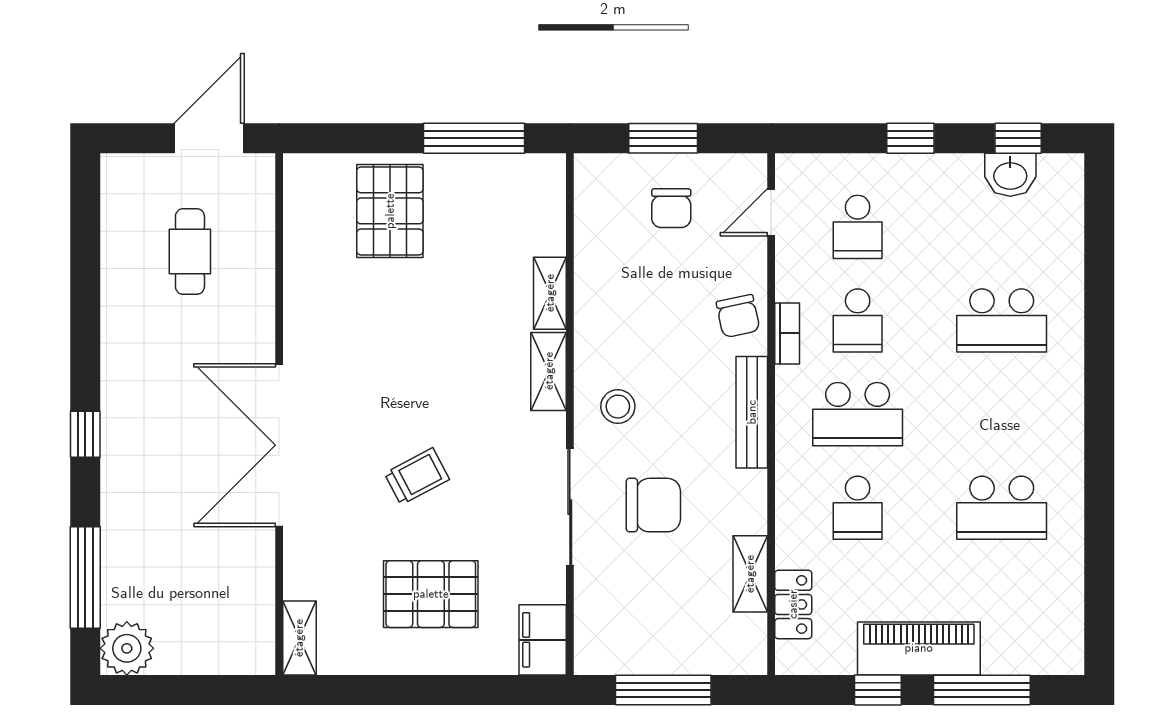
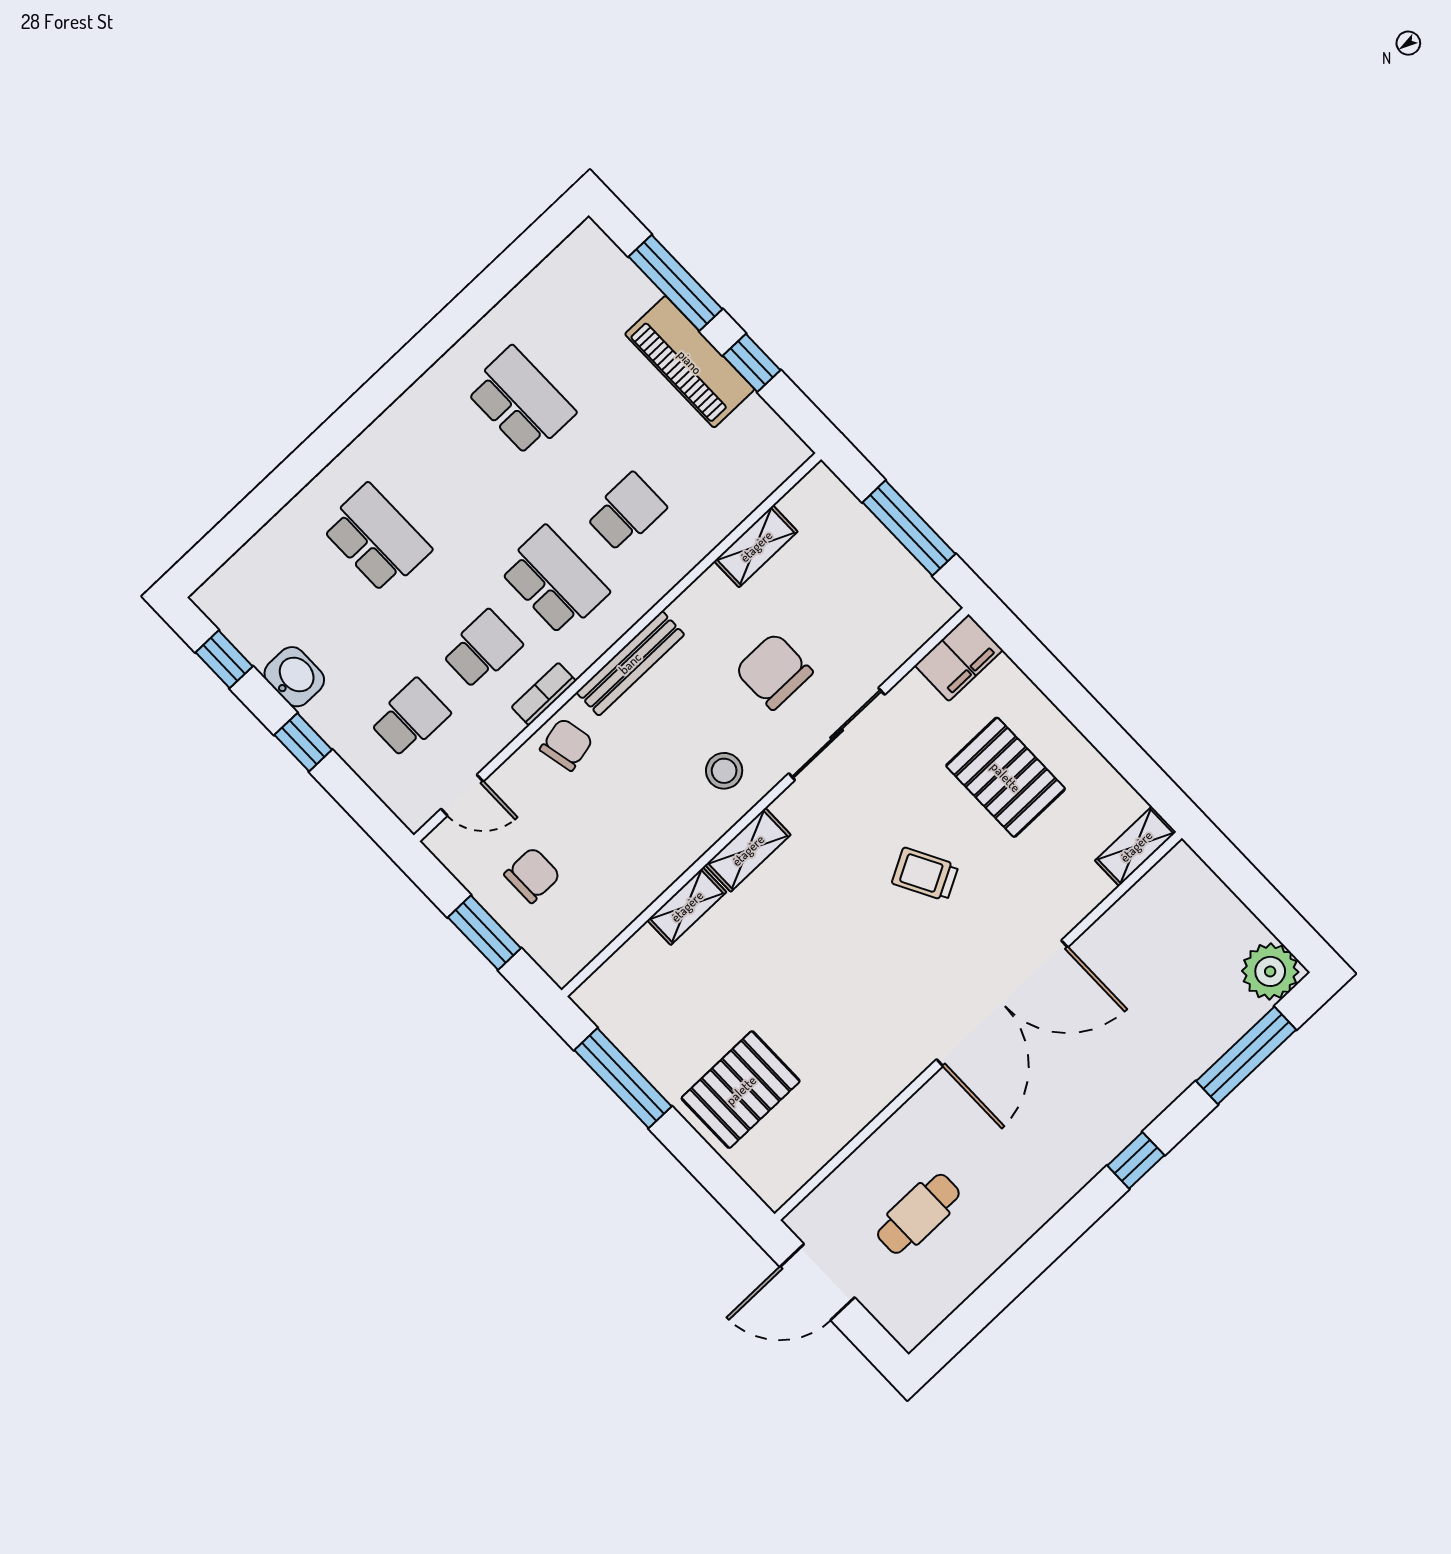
washbasin: (1010, 175) -> (294, 677), moved
locker: (793, 604) -> (748, 491), removed

